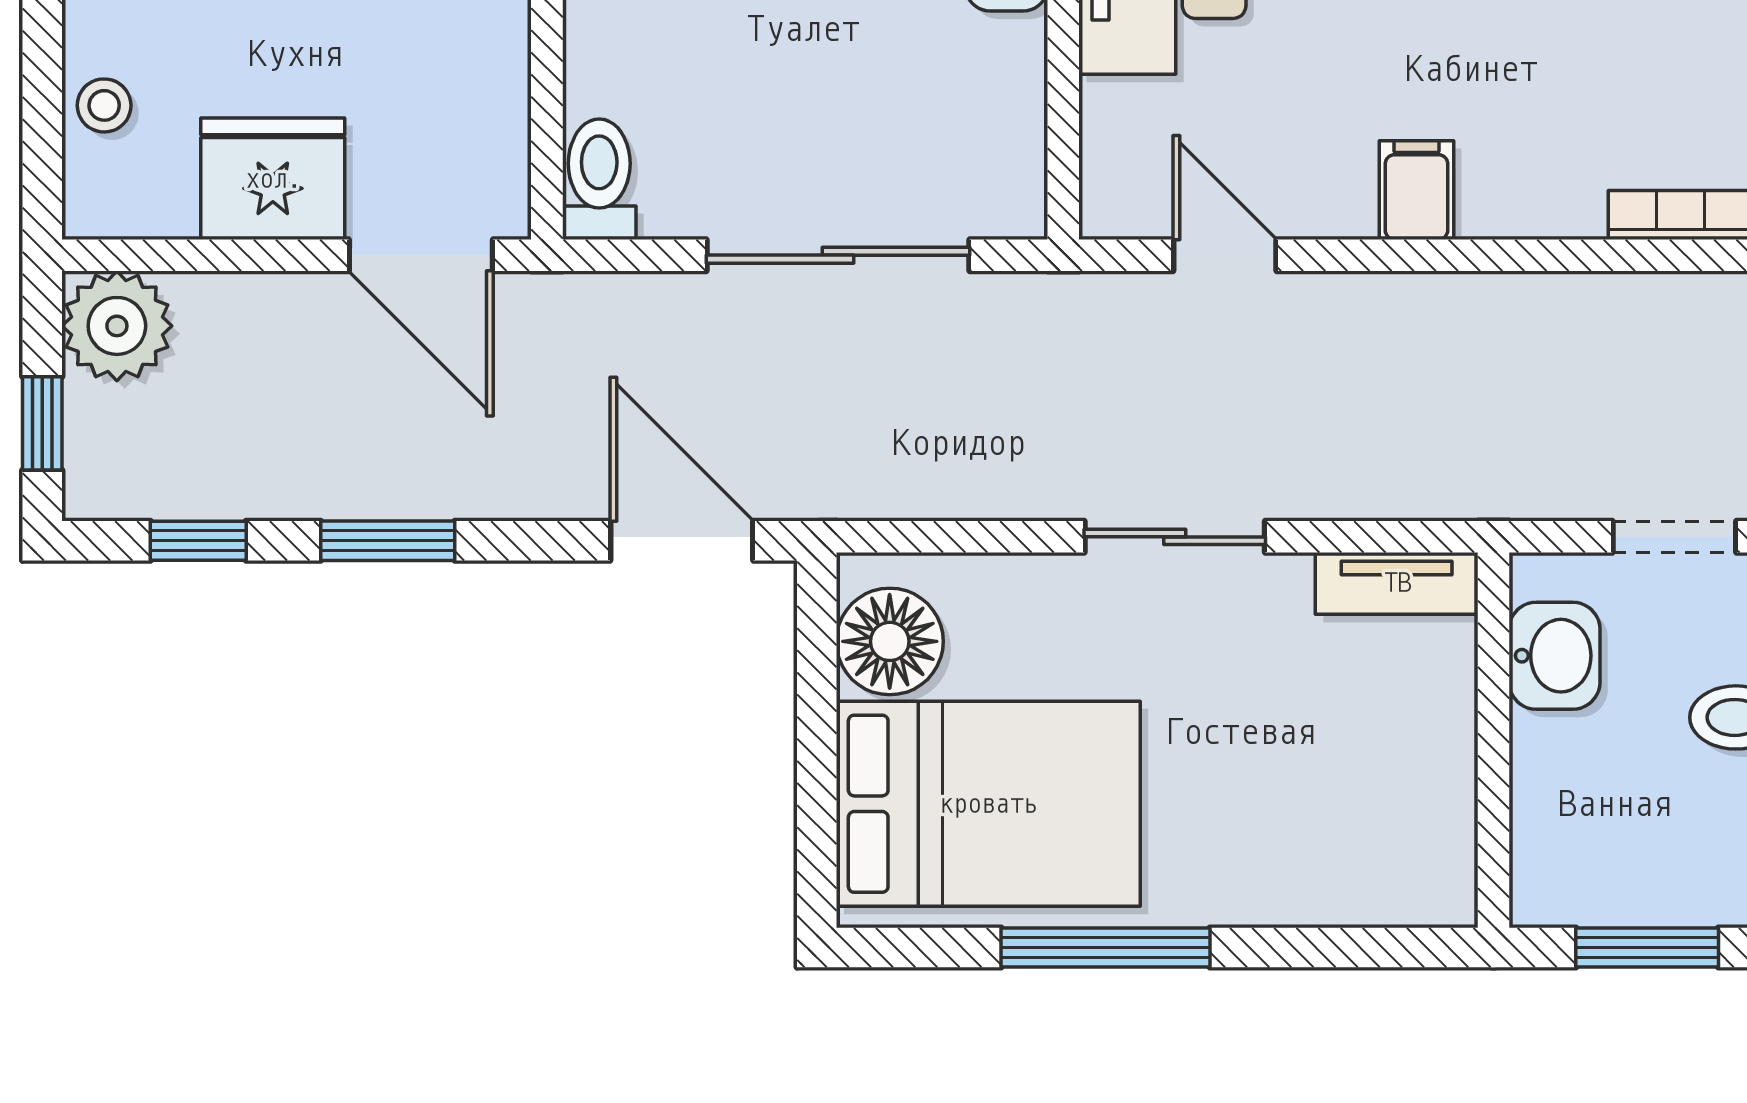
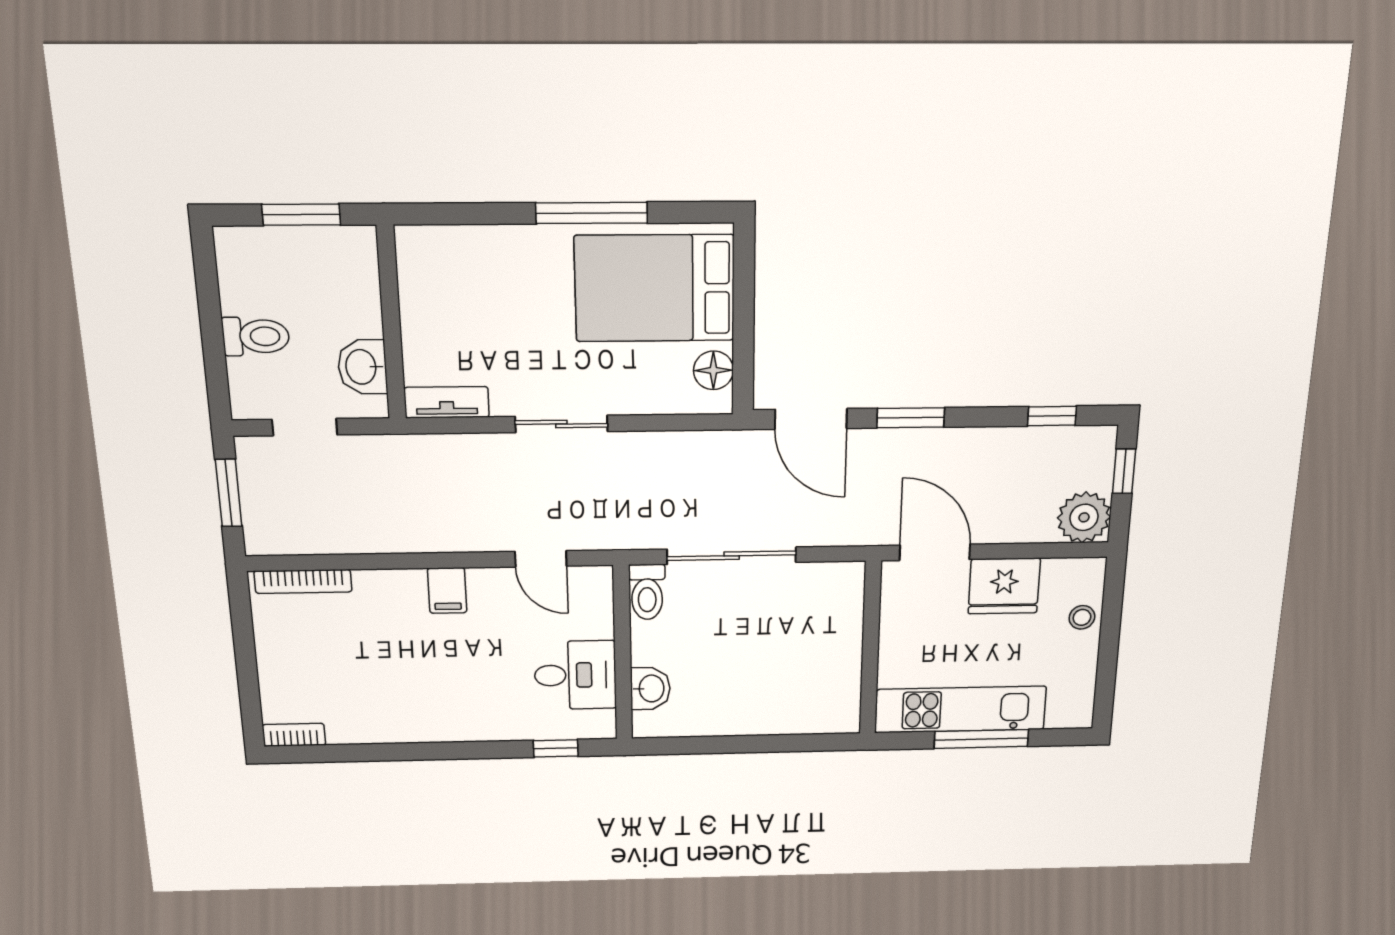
toilet: (599, 179) -> (647, 592), moved
window: (388, 541) -> (911, 418), moved
floor lamp: (890, 641) -> (713, 370), width x0.73, depth x0.73

